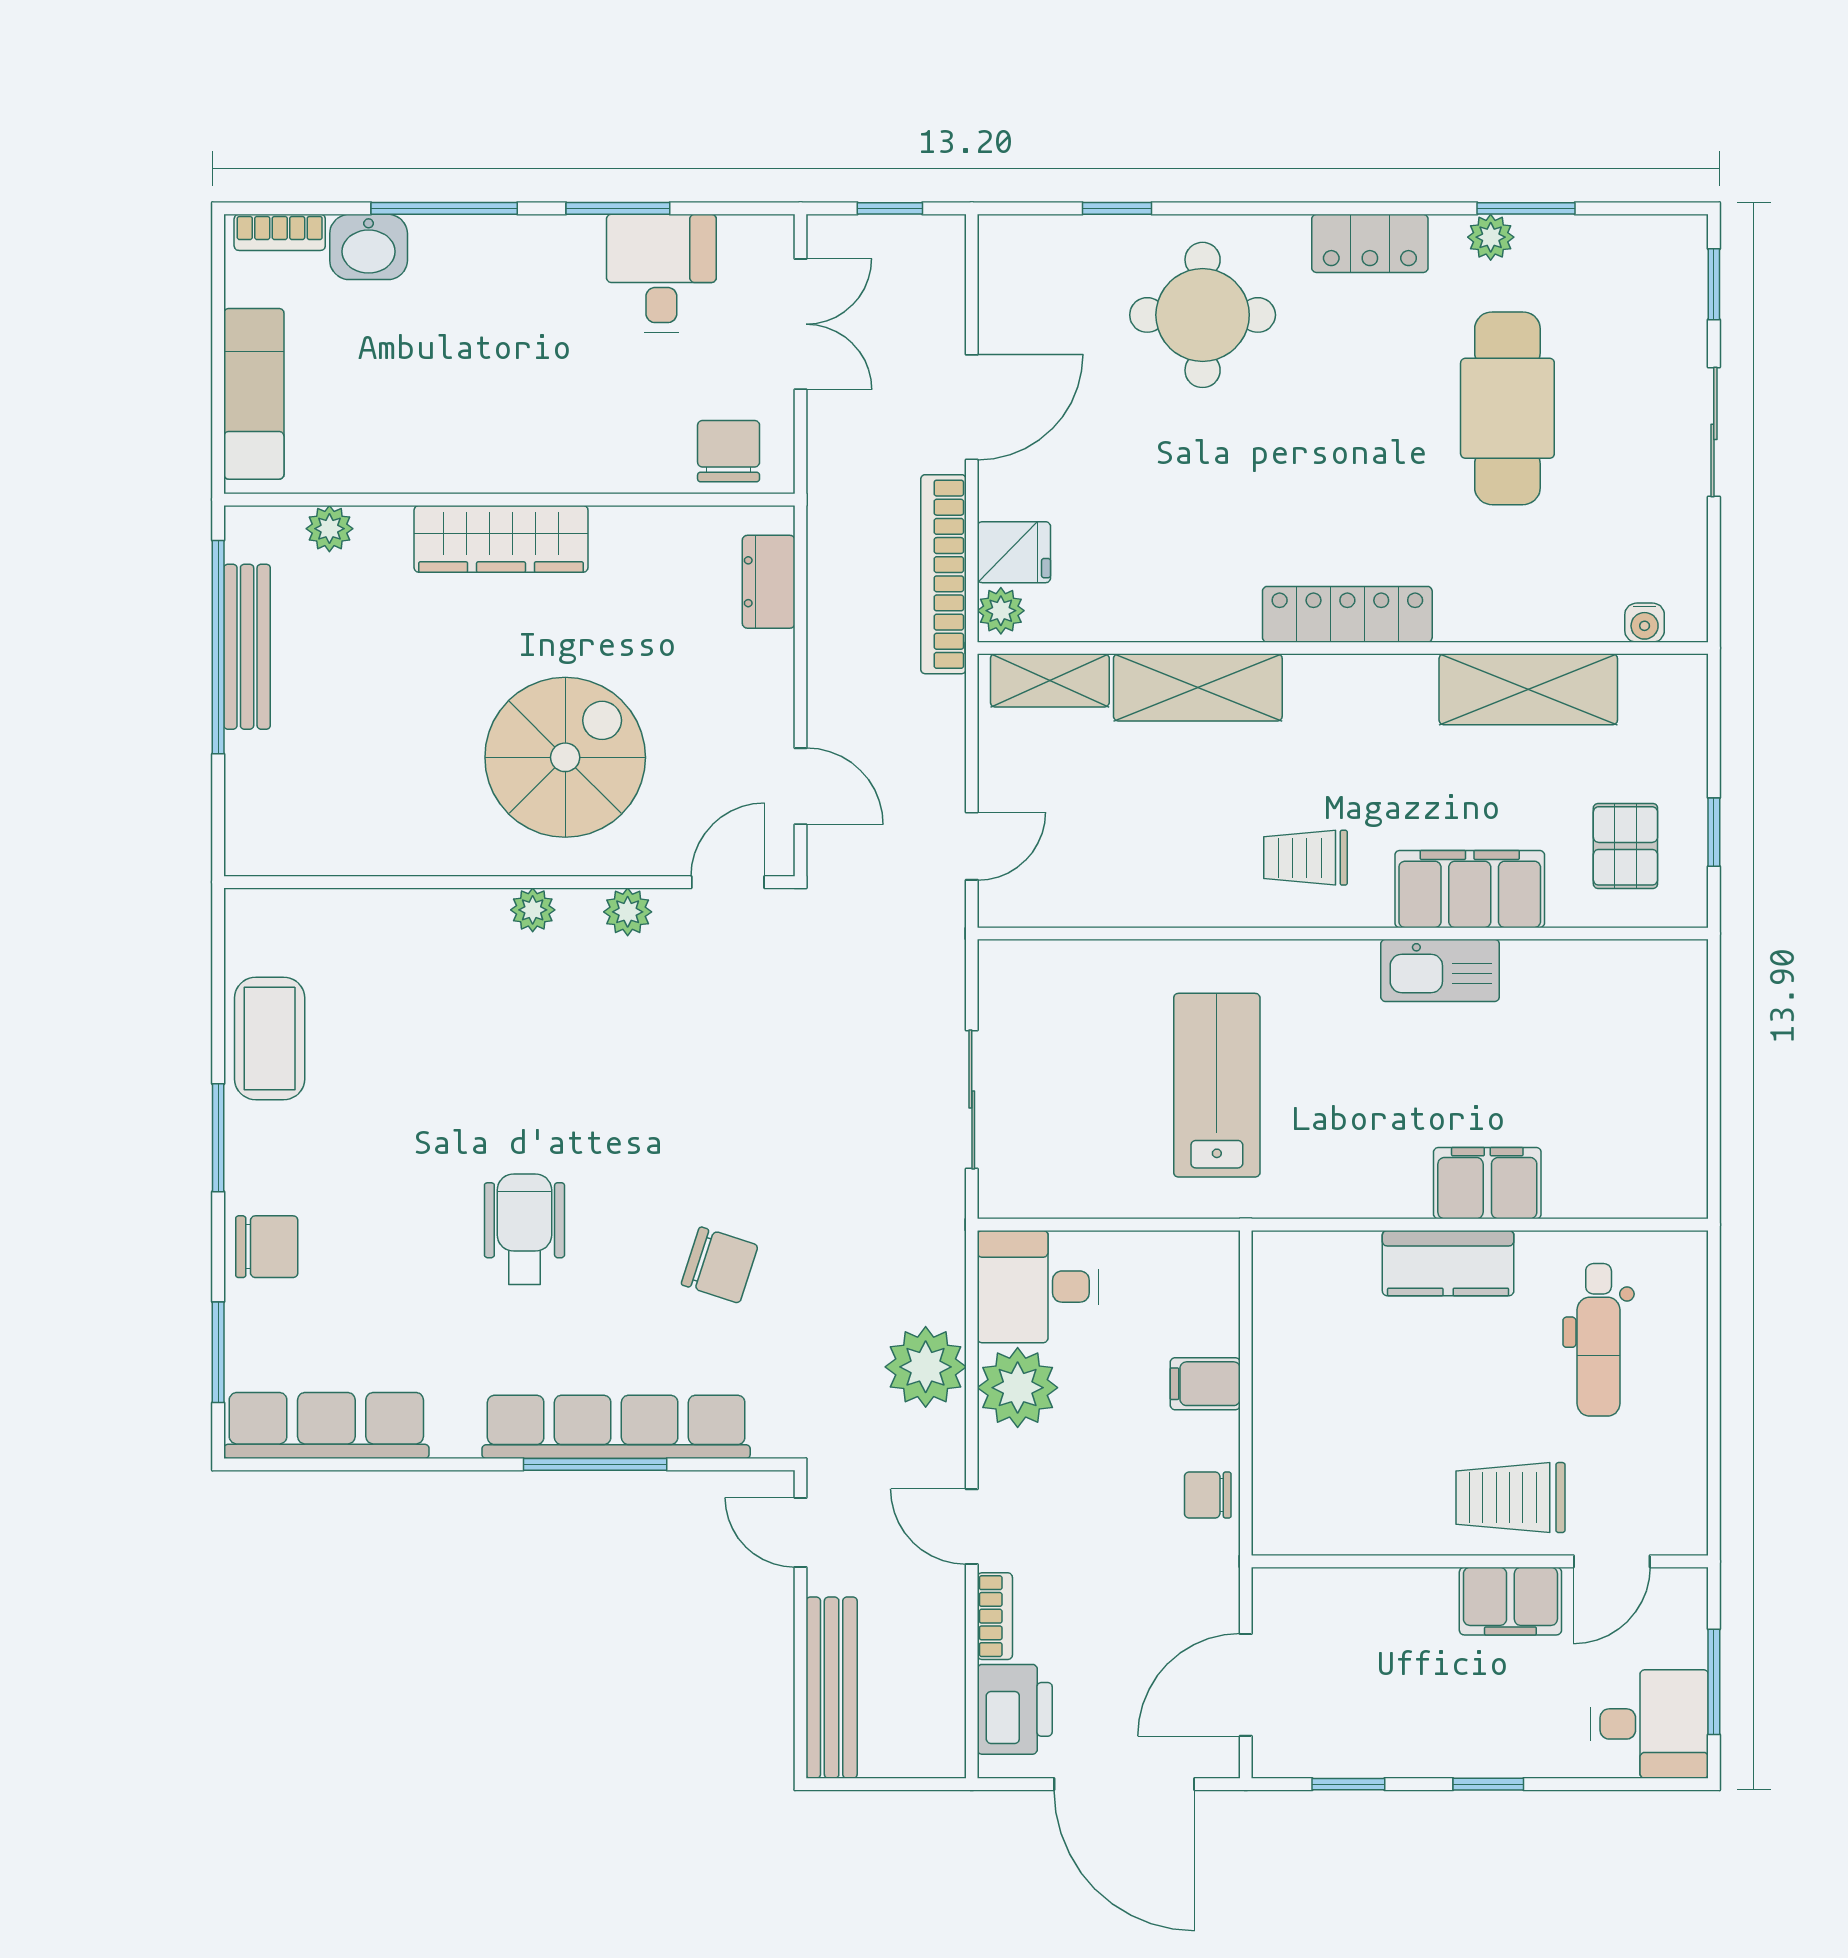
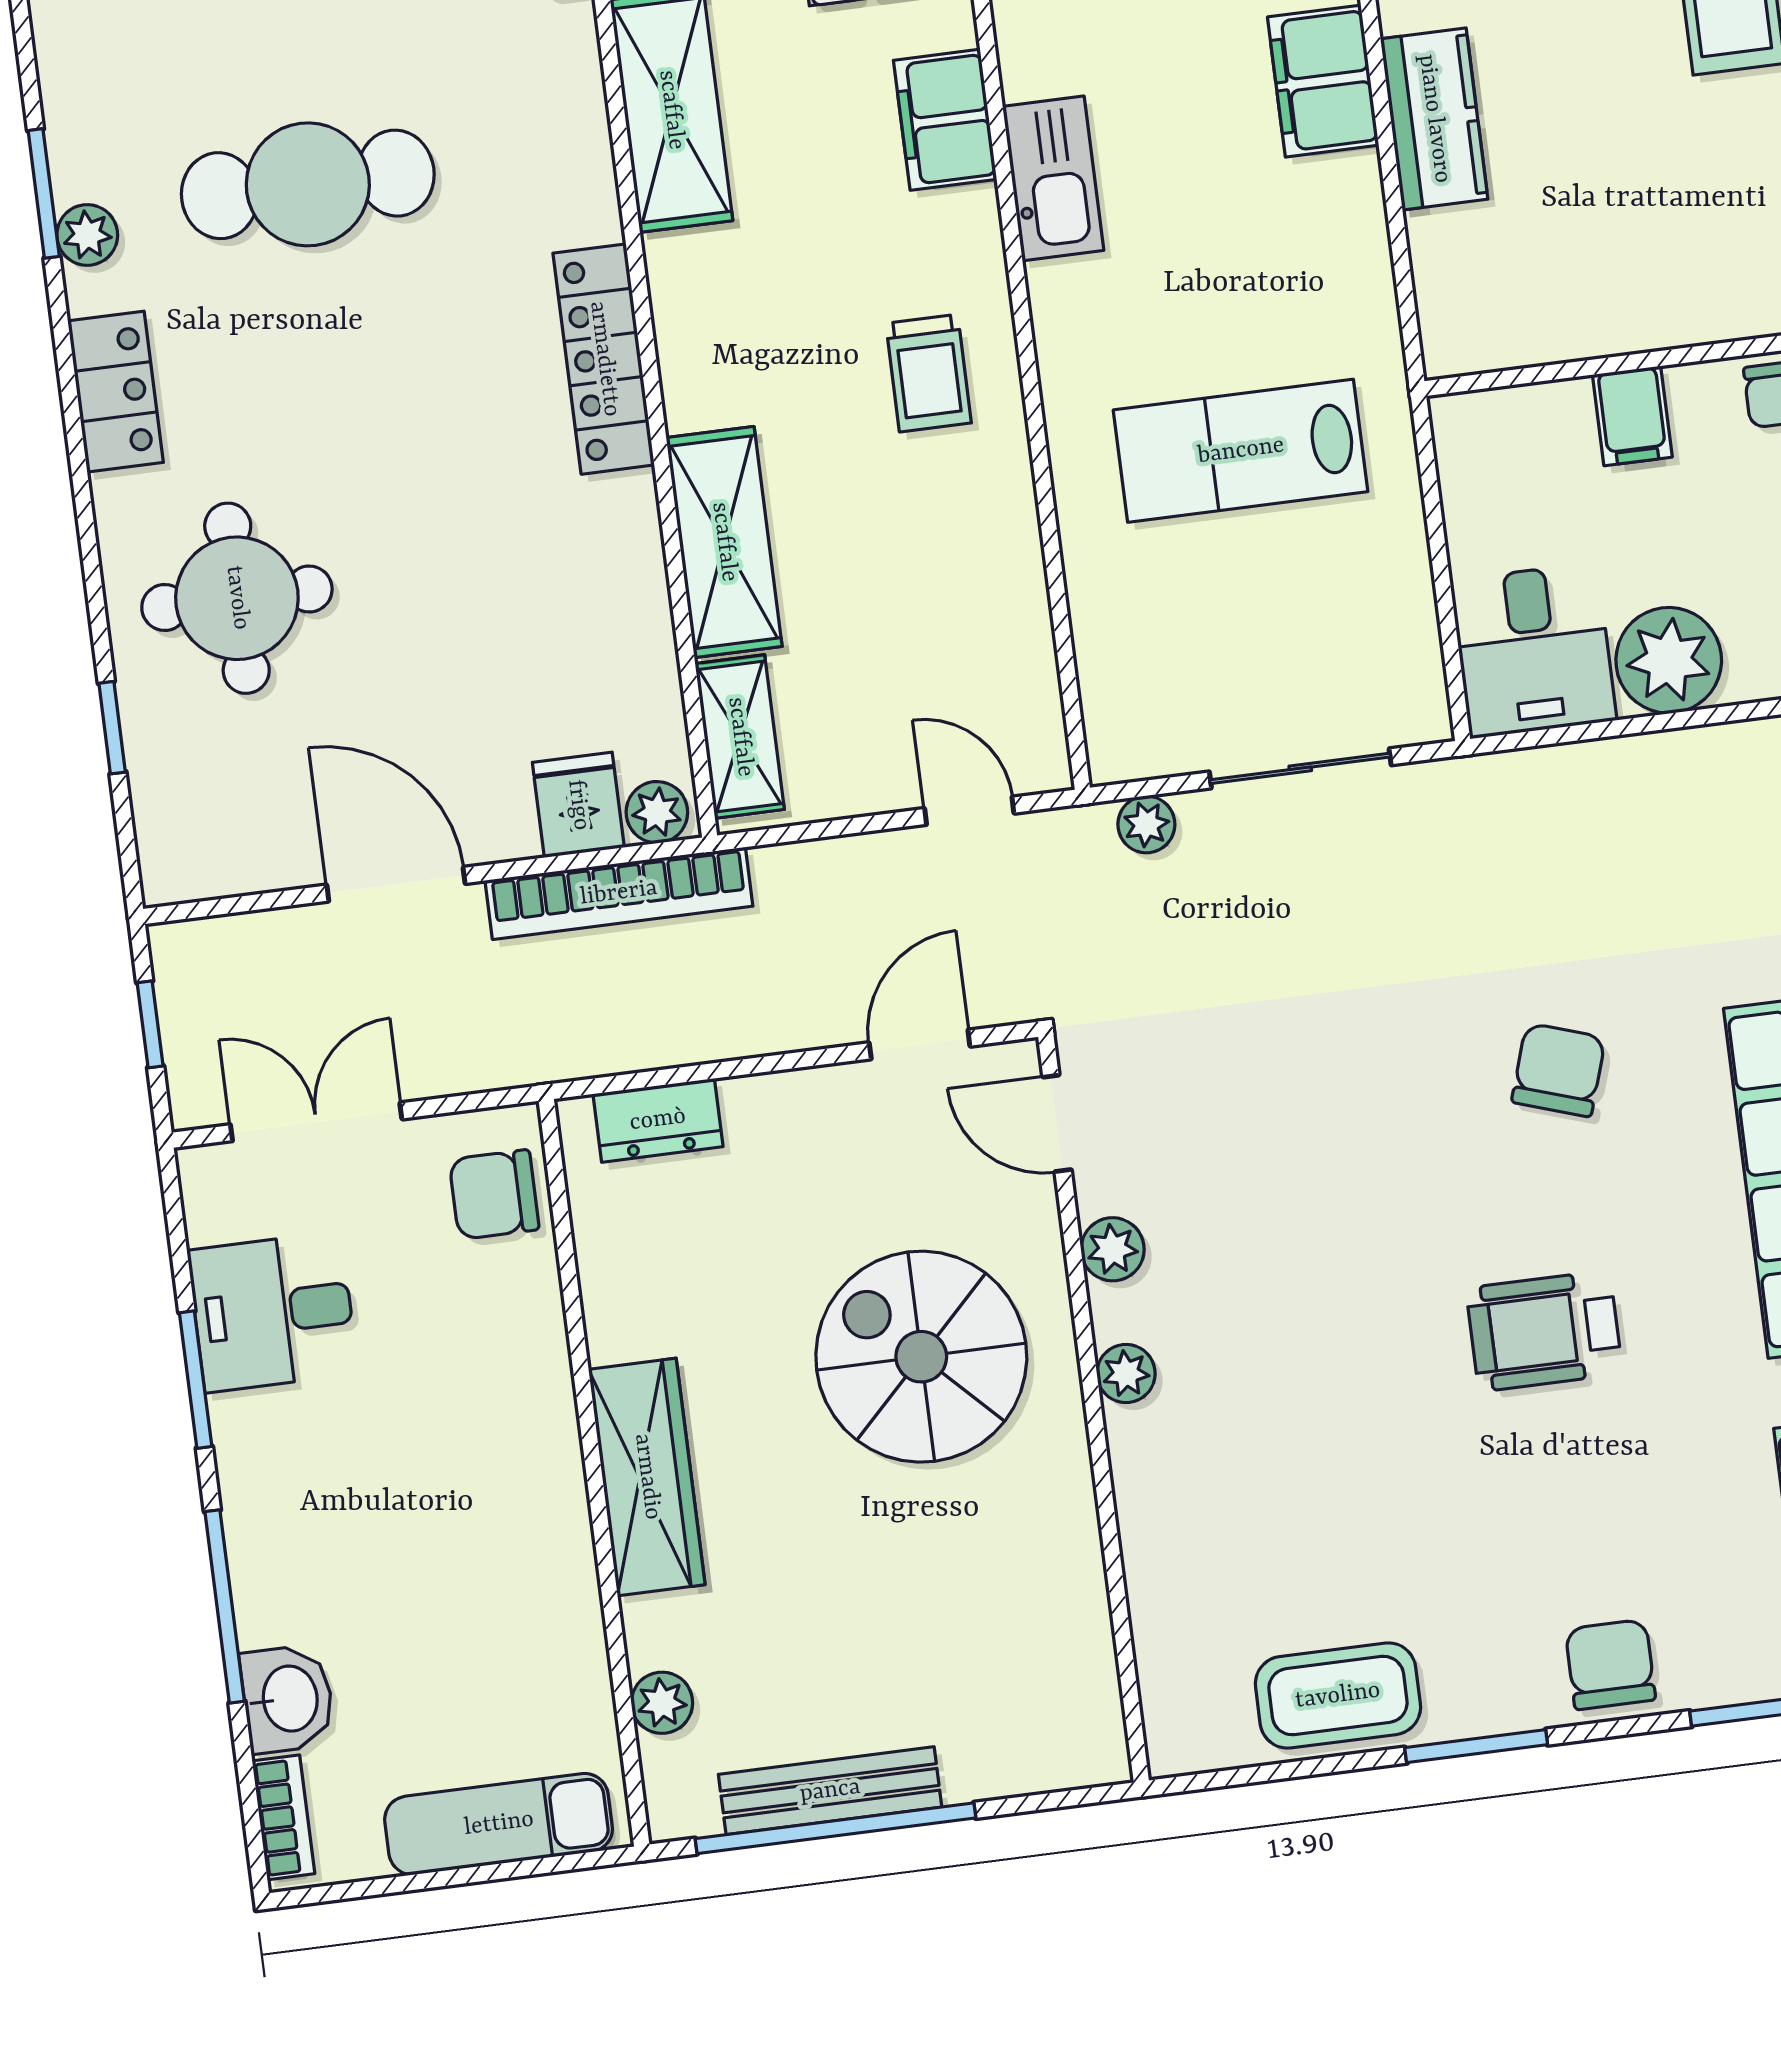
filing cabinet: (1470, 889) -> (945, 120), width x0.67, depth x0.86
plant: (926, 1367) -> (1146, 824), moved, width x0.53, depth x0.53

